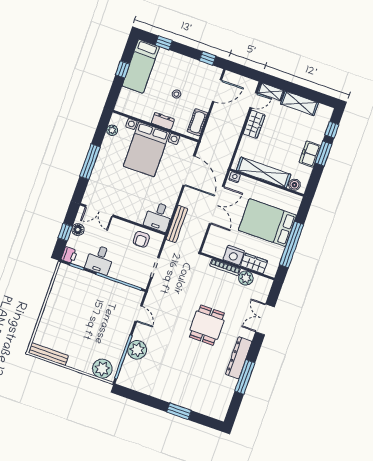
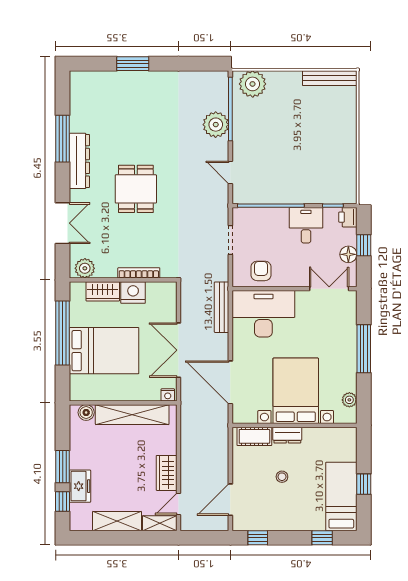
cot: (197, 122) -> (254, 436), moved, turned 90
freezer: (310, 154) -> (80, 486), moved
desk: (159, 217) -> (263, 314), width x1.87, depth x1.30
plant: (246, 278) -> (85, 268), moved

